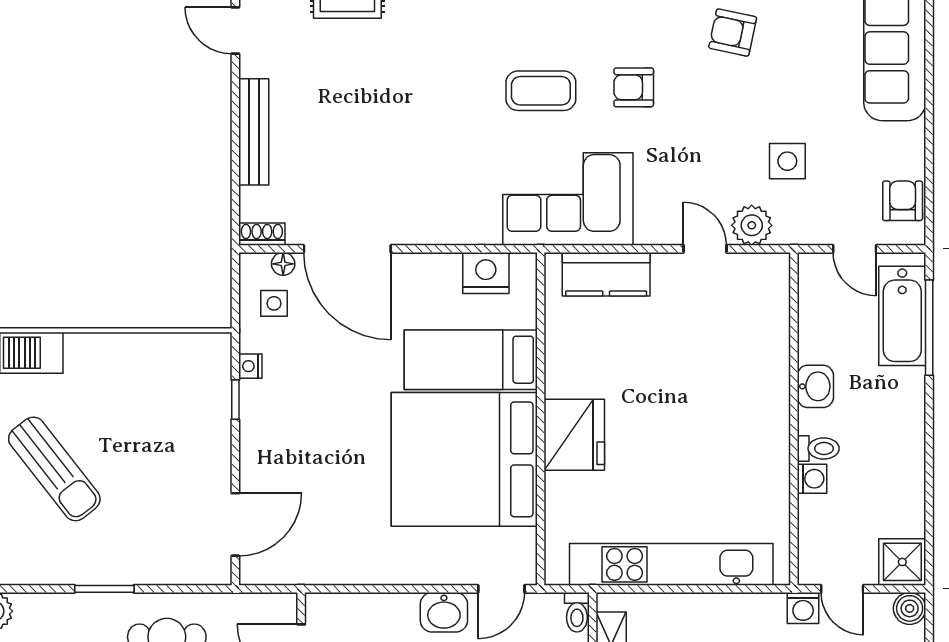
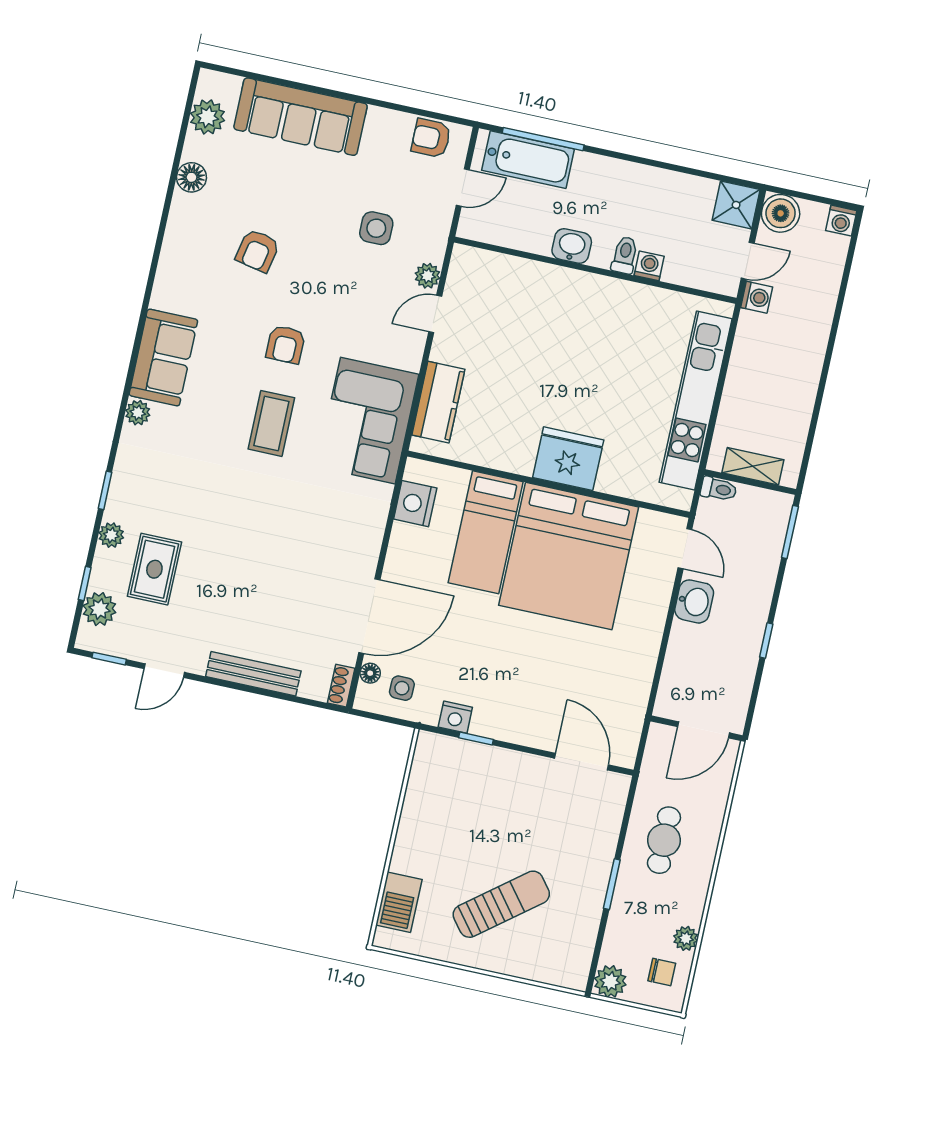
plant: (752, 225) -> (428, 276), width x0.73, depth x0.73
nightstand: (250, 366) -> (455, 717), width x1.39, depth x1.35
boiler: (910, 608) -> (781, 213), width x1.36, depth x1.36

